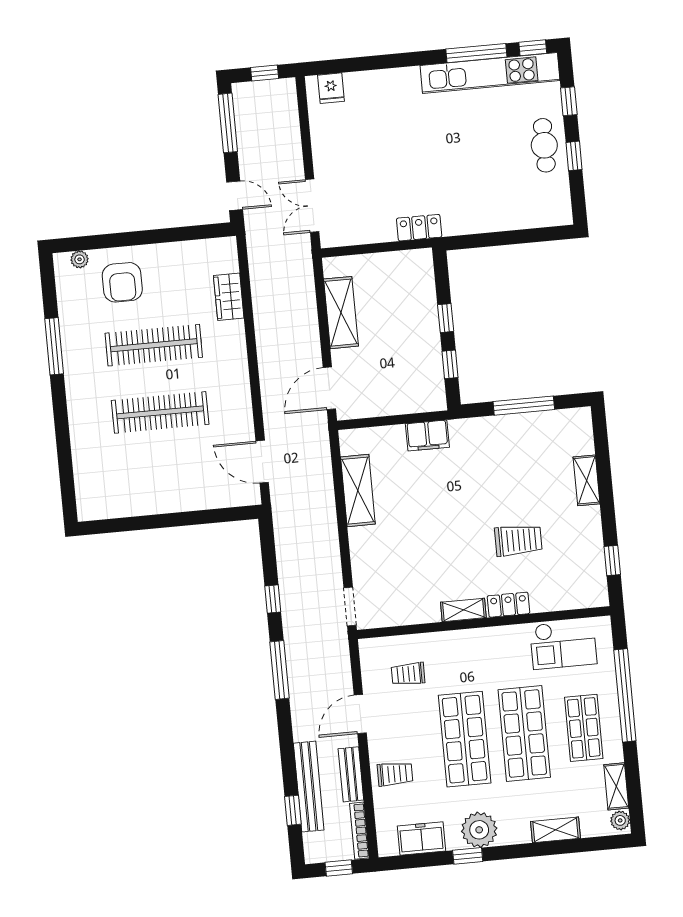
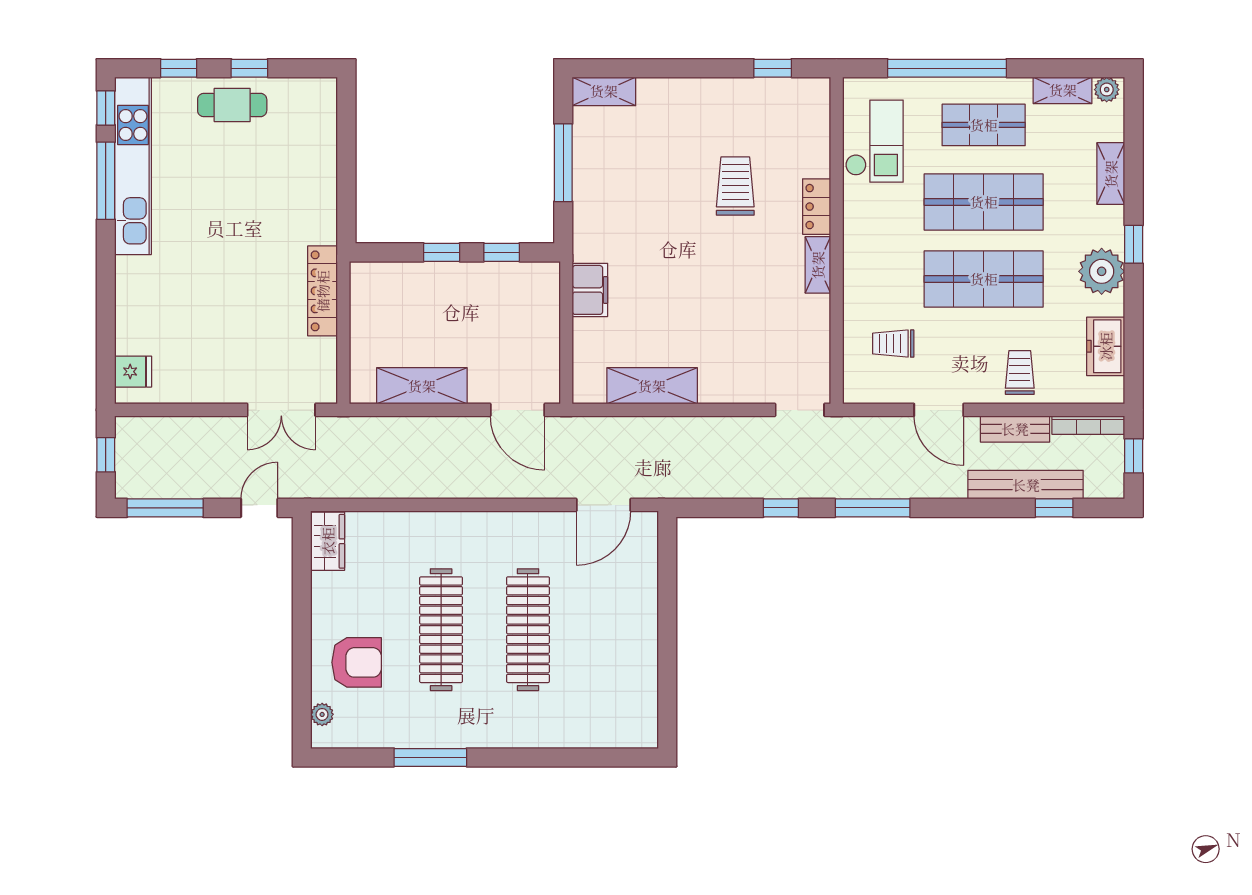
locker: (419, 228) -> (323, 291), width x1.53
wardrobe: (229, 297) -> (328, 541), moved, turned -90
shelving: (587, 480) -> (604, 91), moved
trolley: (408, 674) -> (893, 344), turned 90
window: (468, 856) -> (1134, 244), moved

